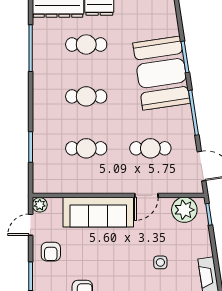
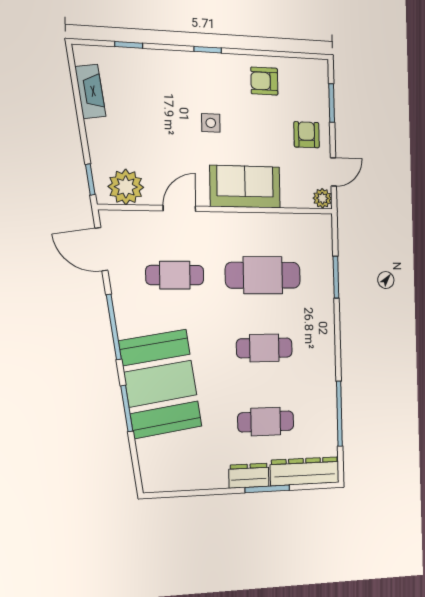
cafe table: (86, 148) -> (263, 275), width x1.37, depth x1.35
sofa: (98, 212) -> (245, 187), width x0.73
side table: (160, 262) -> (211, 123), moved

